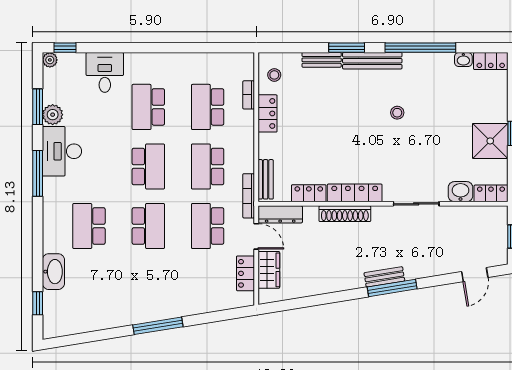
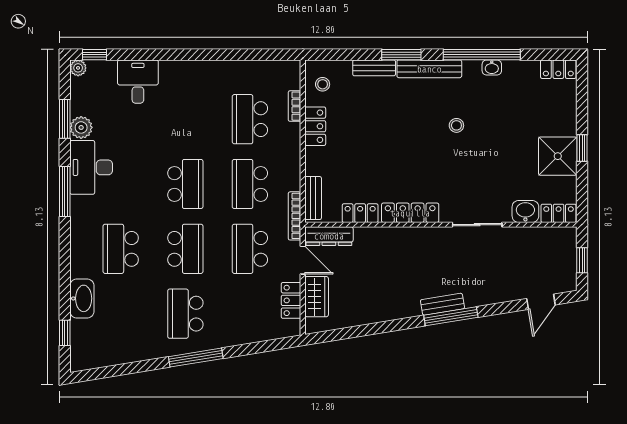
washbasin: (463, 60) -> (492, 67), moved
school desk: (148, 107) -> (185, 314), moved
shoe rack: (345, 214) -> (399, 235), removed

